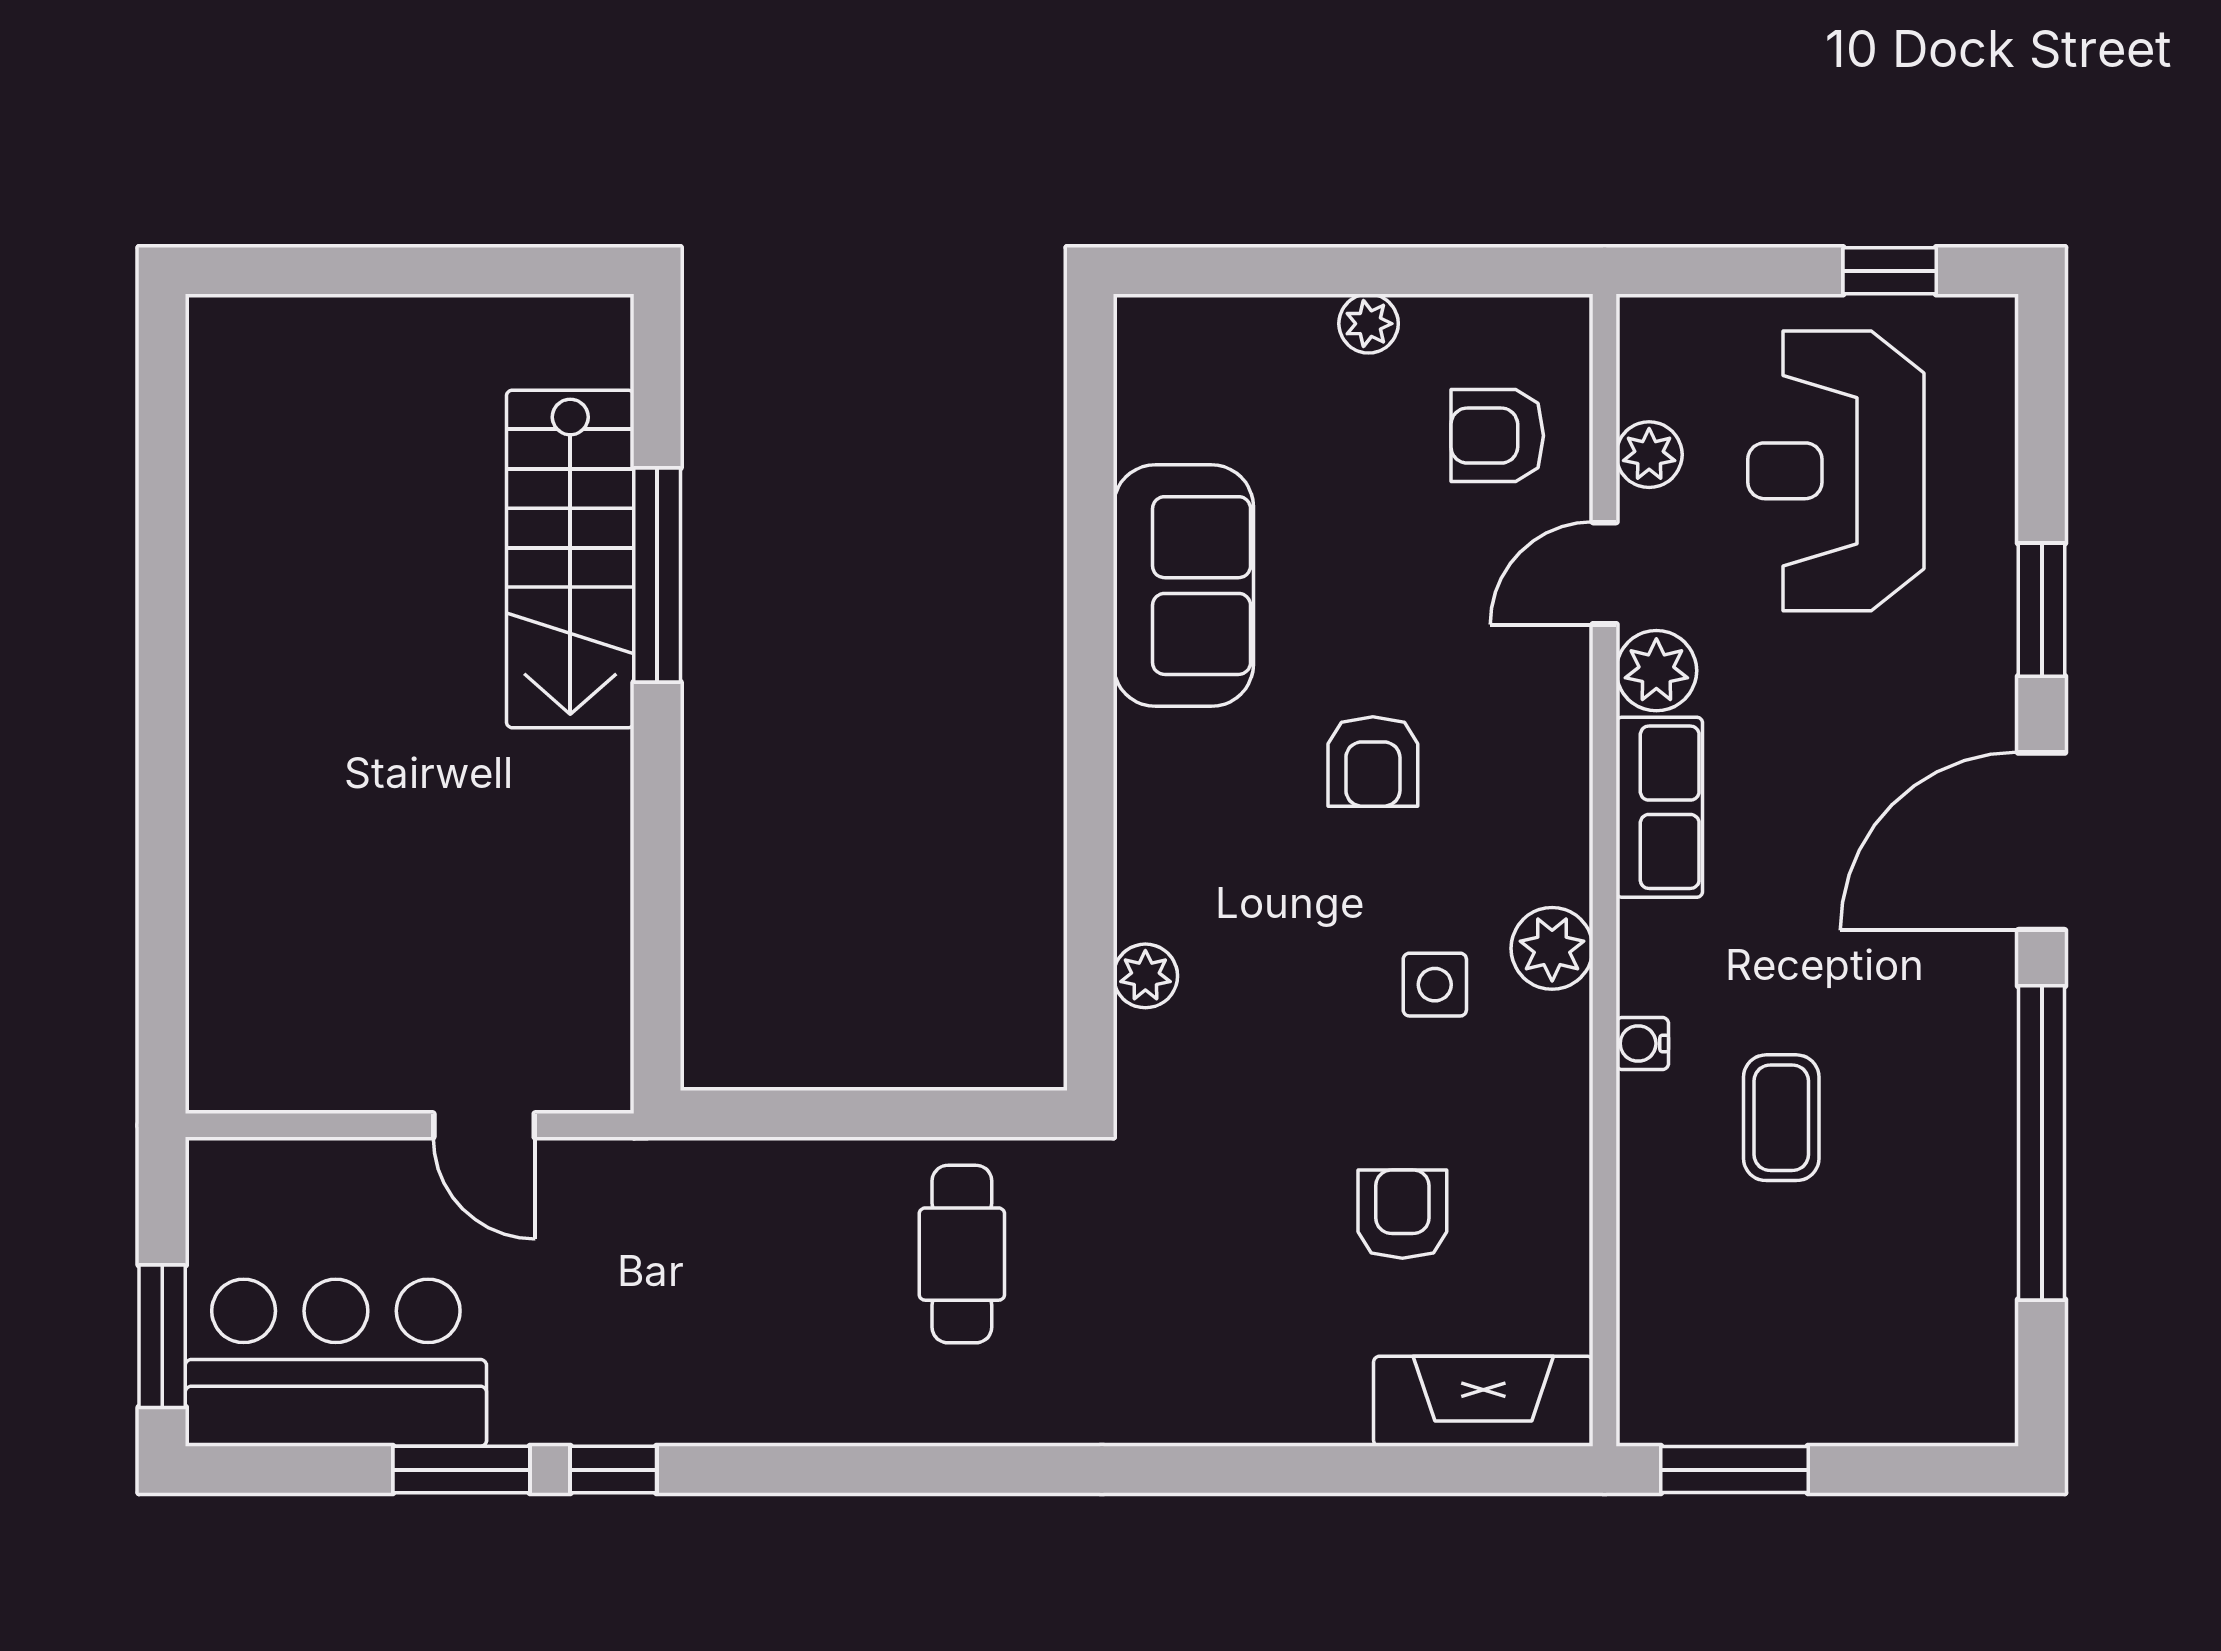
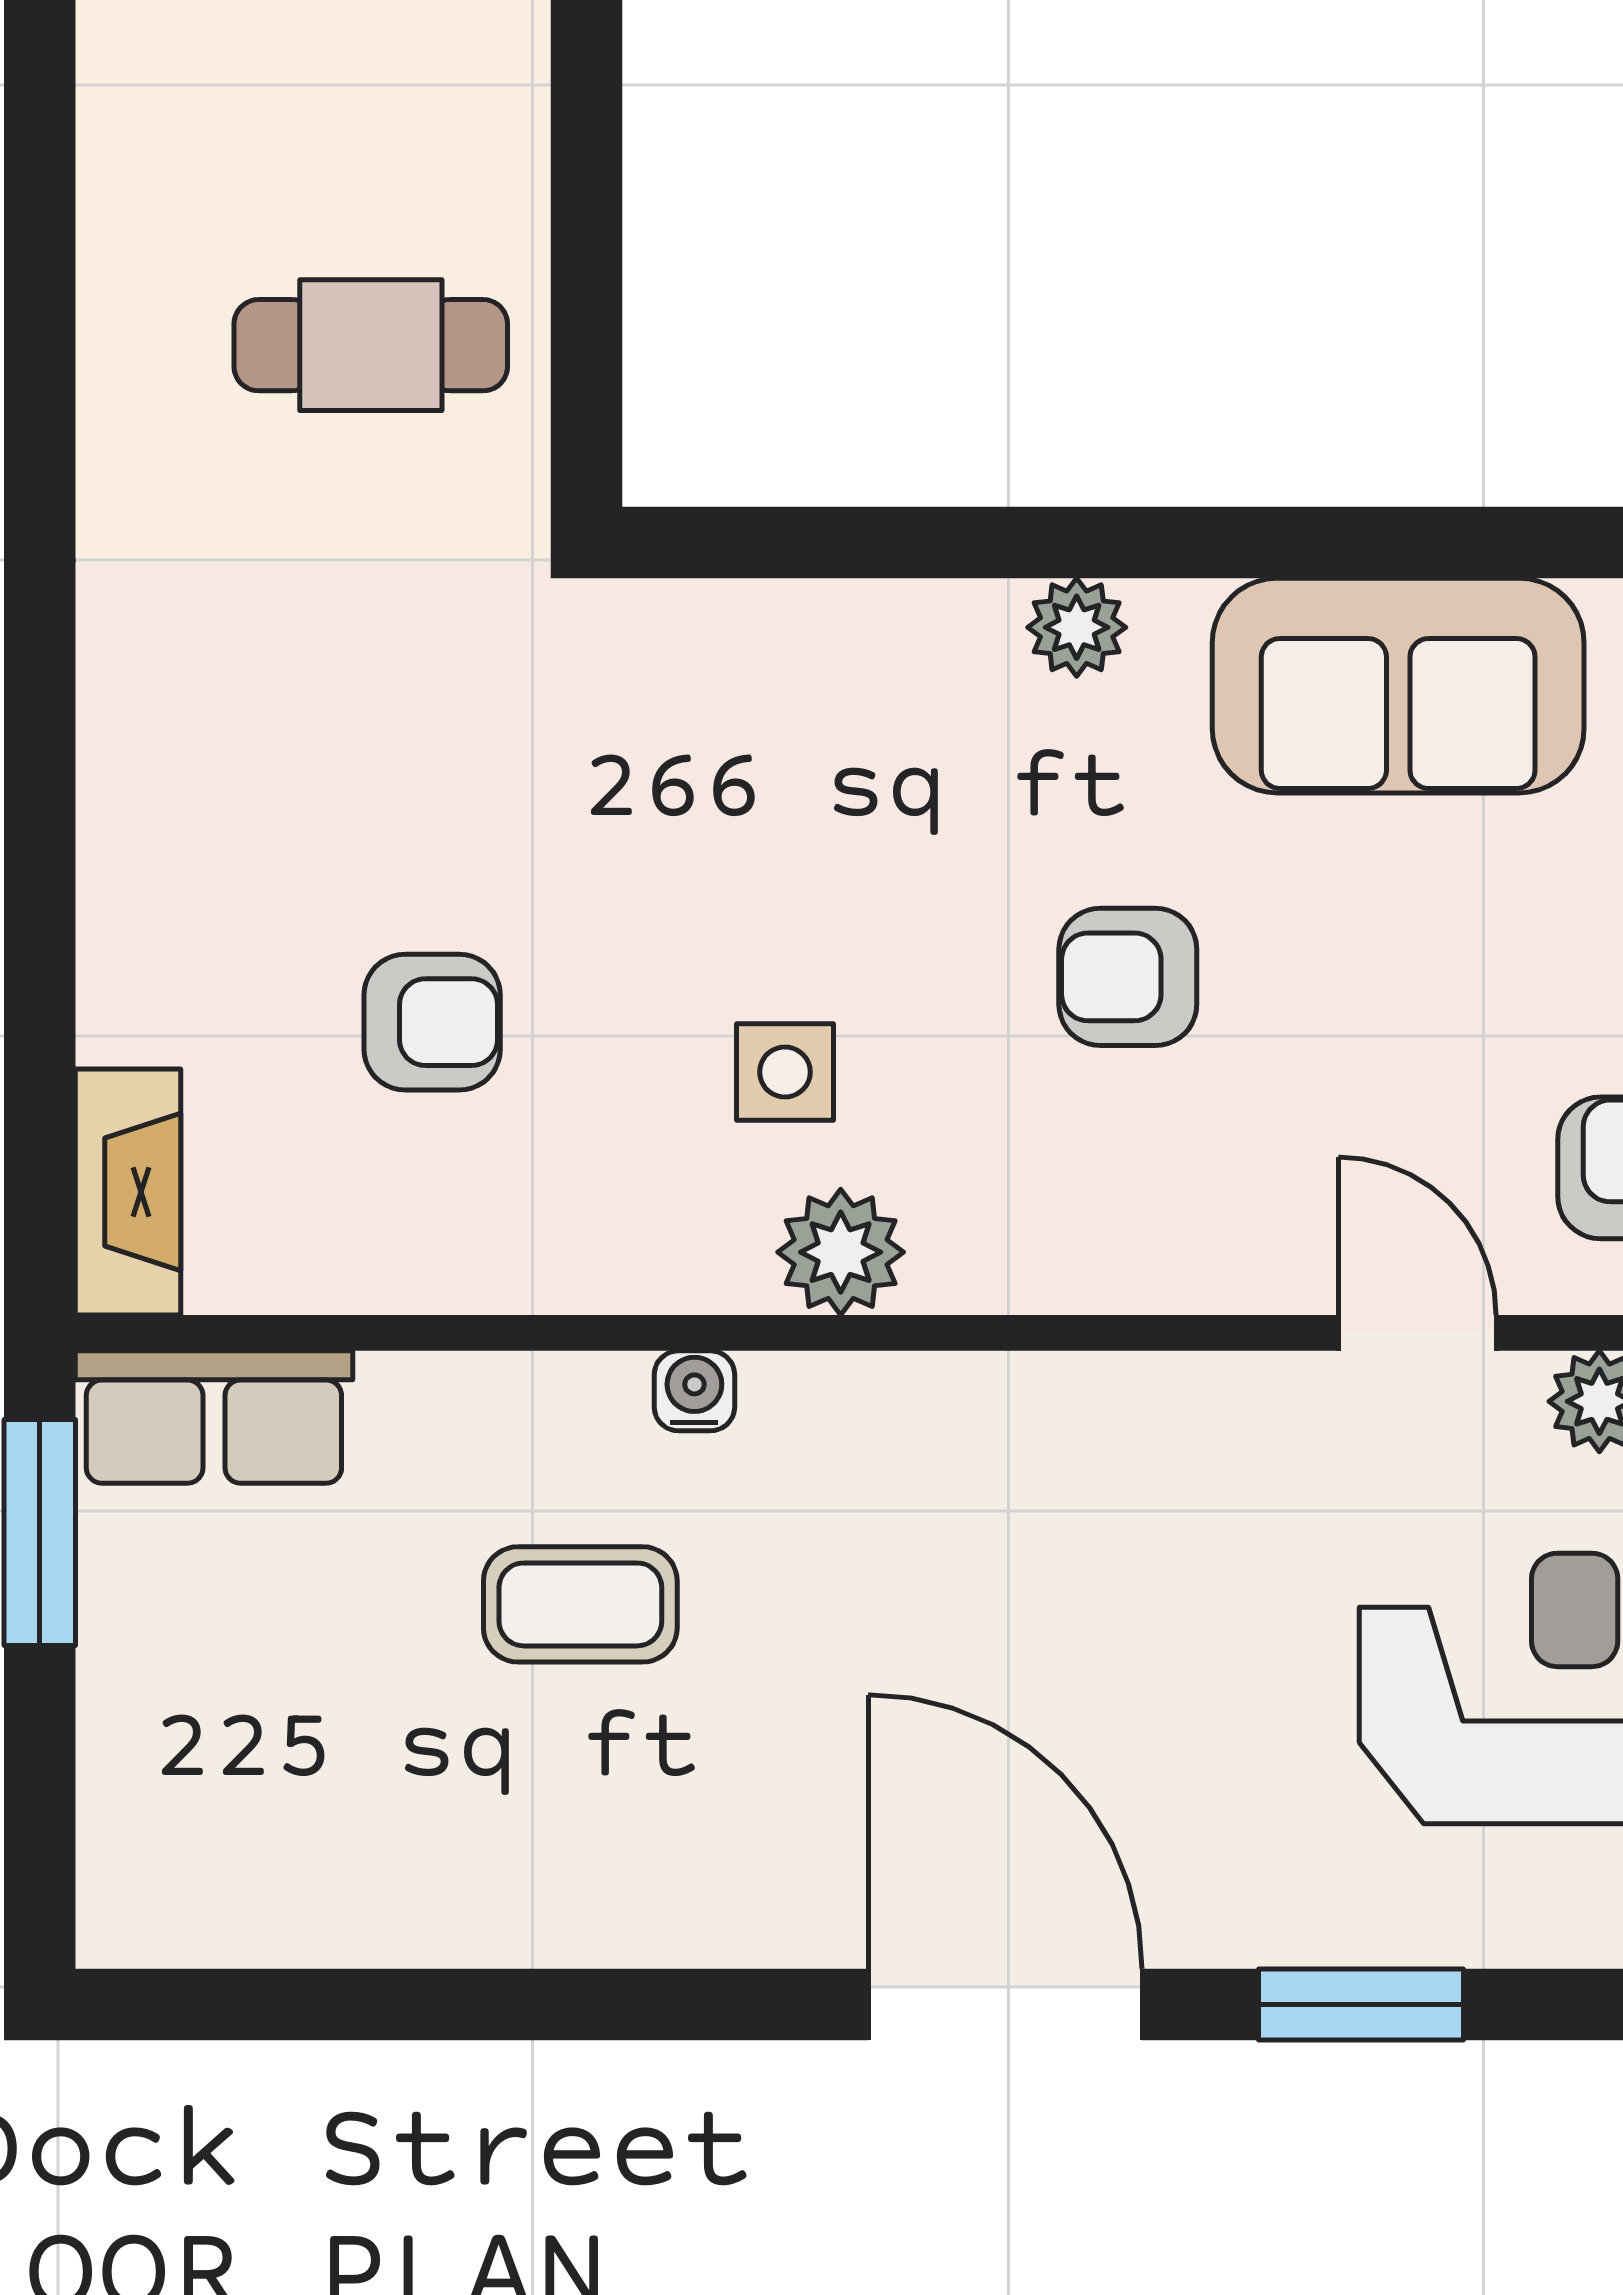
plant: (1656, 671) -> (1267, 1412), removed
row of seats: (1659, 807) -> (214, 1417), moved
plant: (1145, 976) -> (1077, 627), moved
window: (2042, 1143) -> (542, 2004), removed
fireplace: (1483, 1401) -> (128, 1192), width x0.73, depth x0.76

